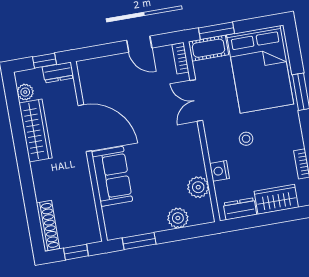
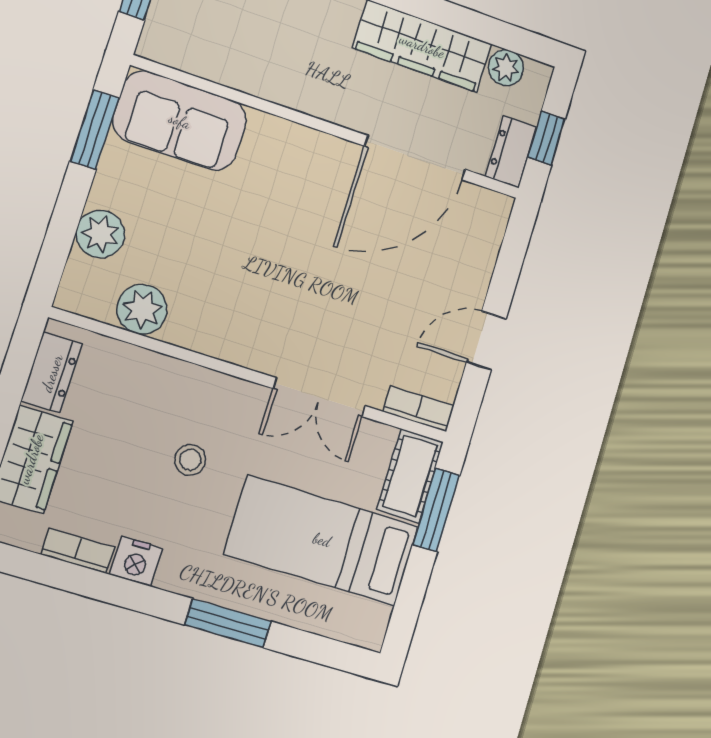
bed: (260, 69) -> (322, 540), width x0.67
double door: (196, 101) -> (319, 397), swing flipped
door: (85, 128) -> (415, 158), moved
nightstand: (220, 171) -> (136, 561), moved, turned 180
sofa: (112, 176) -> (180, 121), moved

